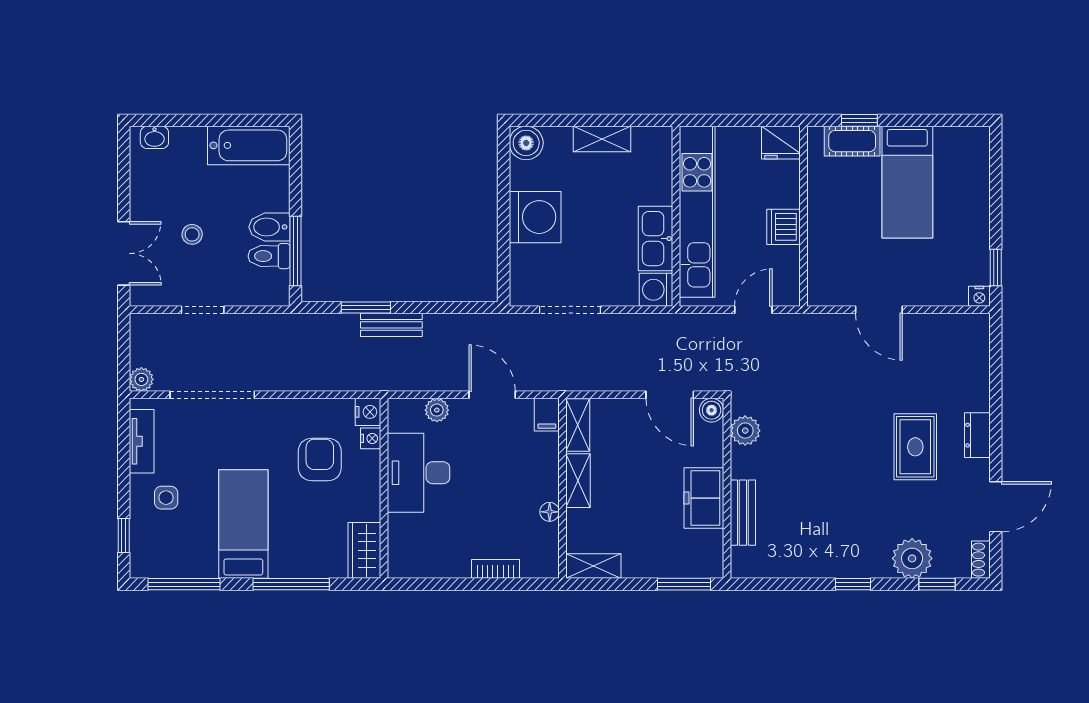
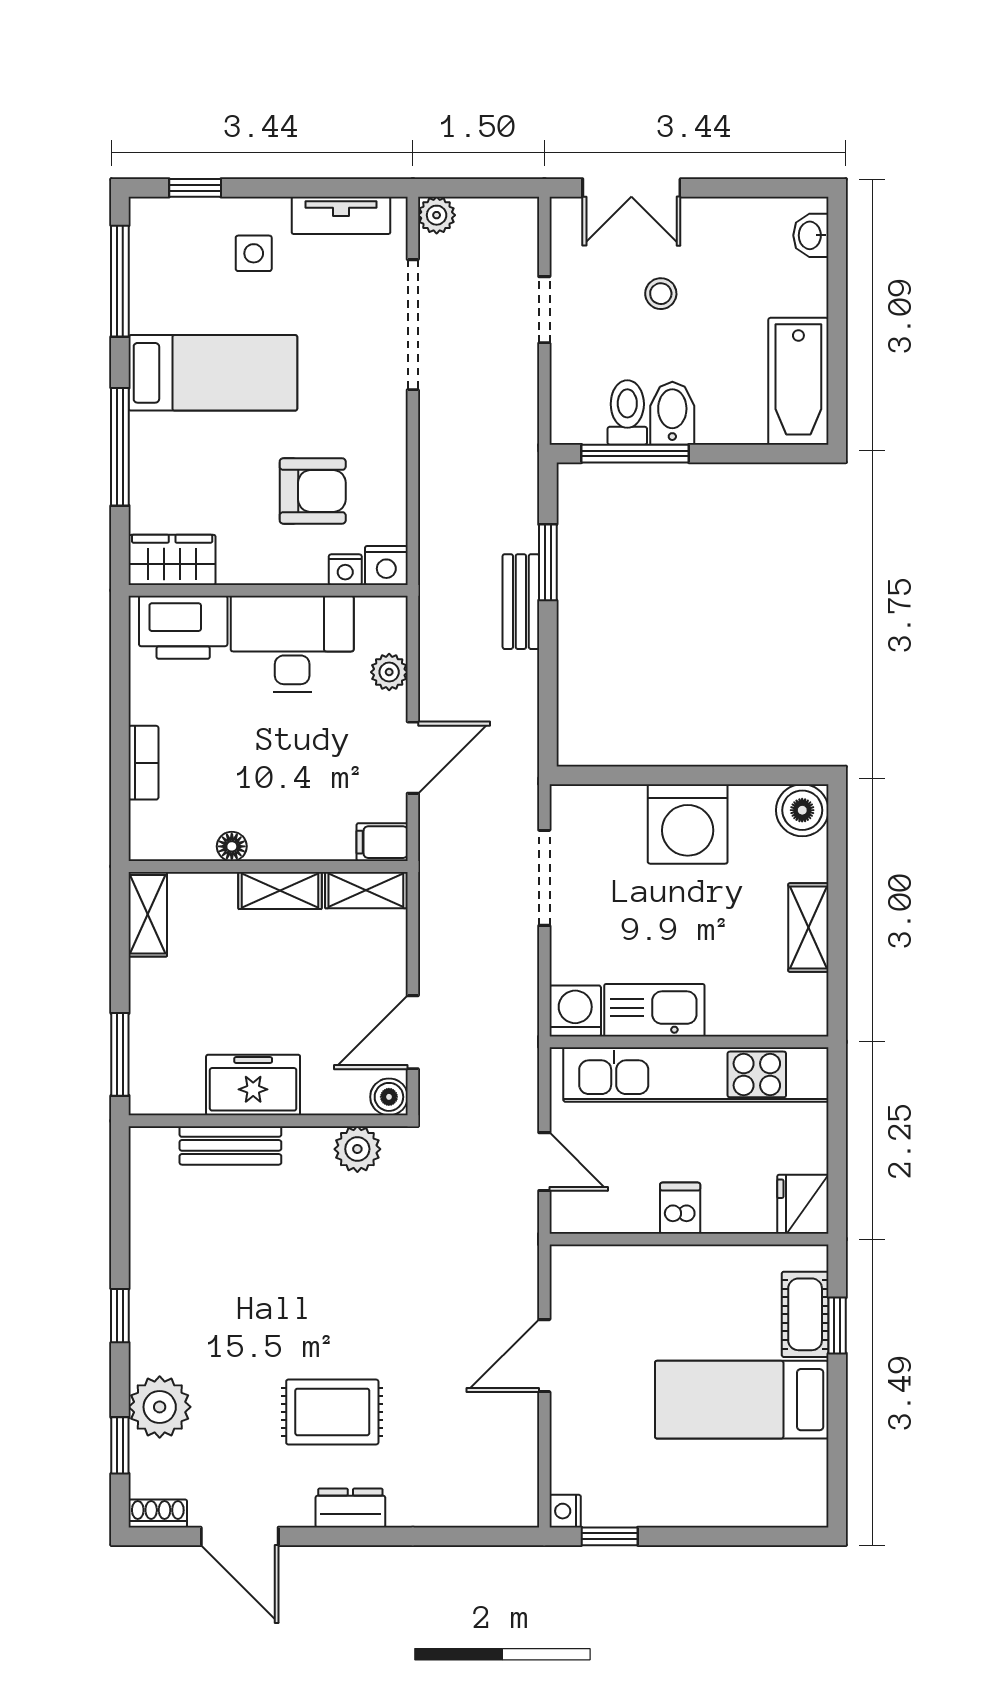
dishwasher: (783, 227) -> (680, 1208), width x0.73
printer: (408, 543) -> (183, 627), added

